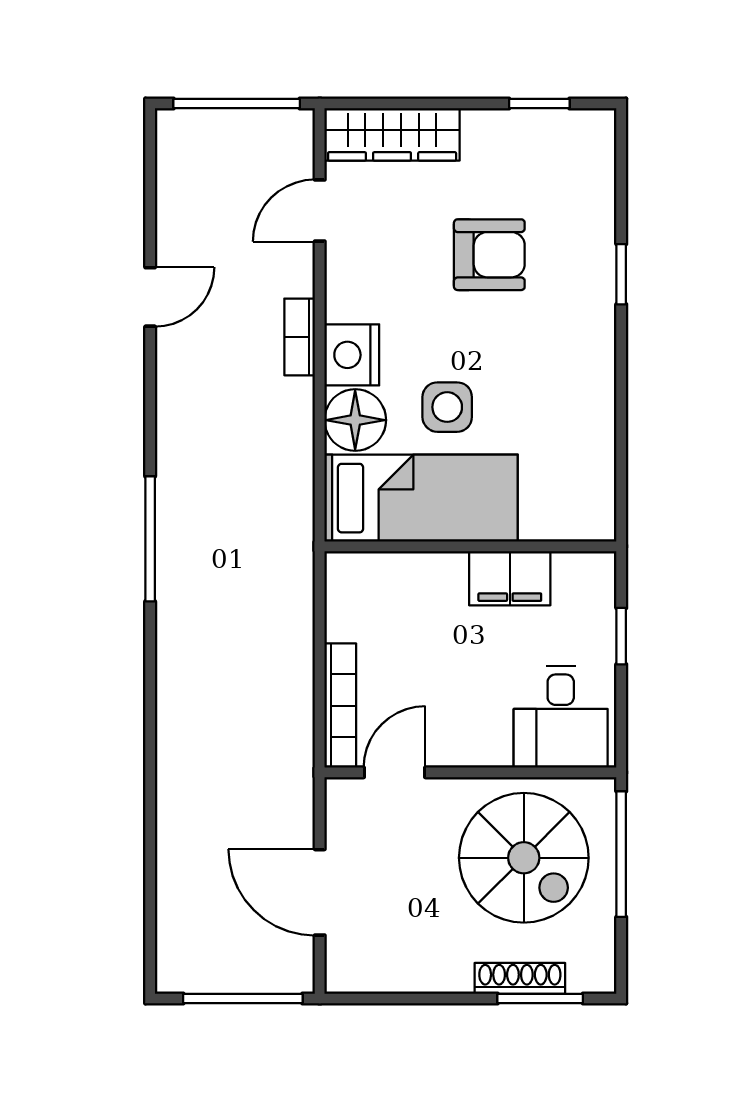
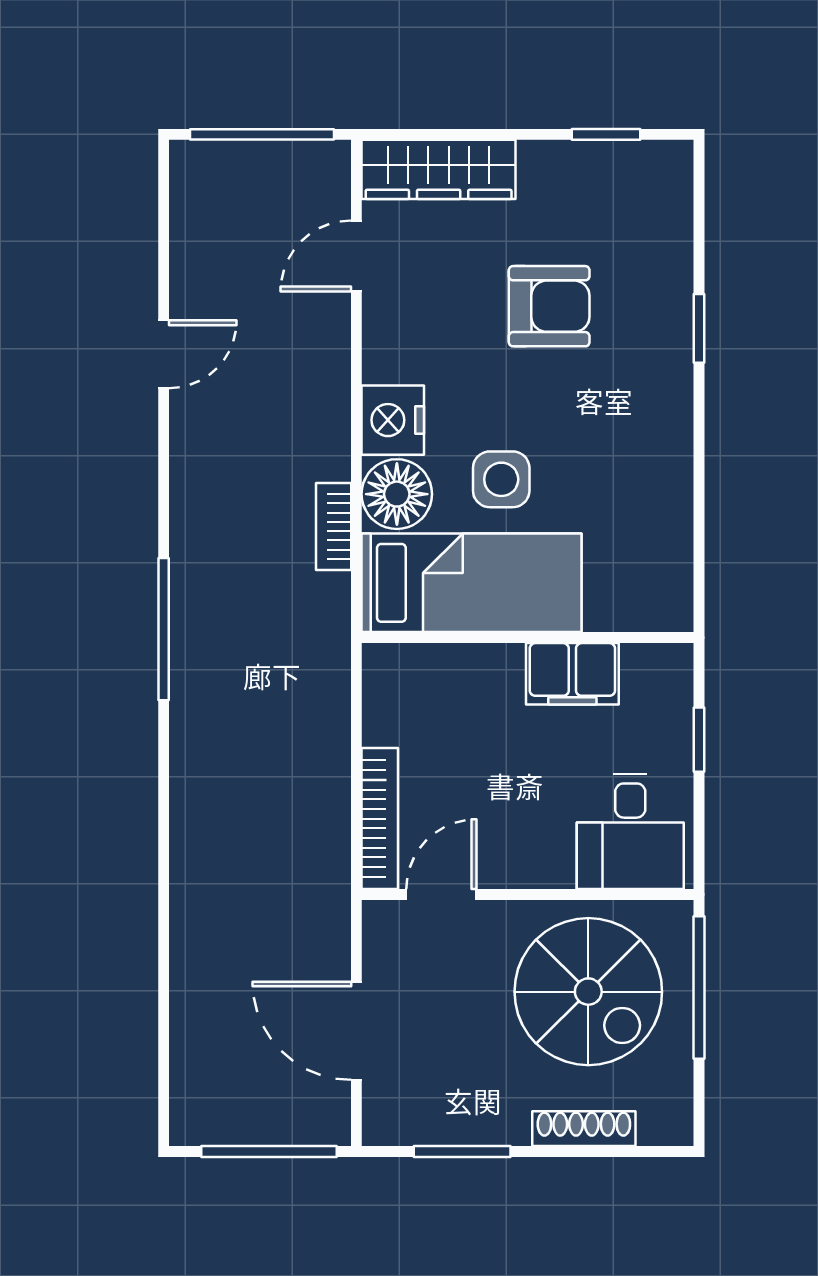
bookcase: (300, 337) -> (334, 526), moved
window: (540, 998) -> (462, 1152), moved

